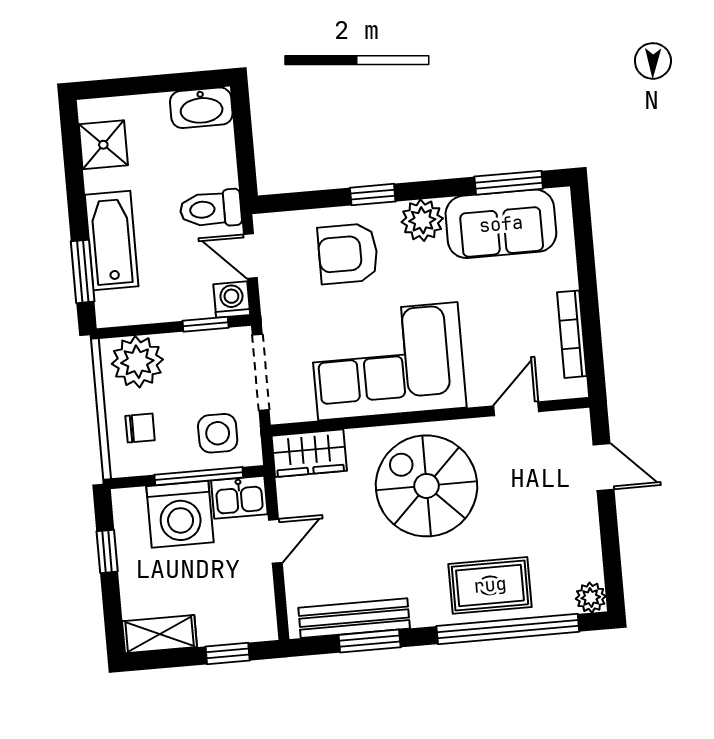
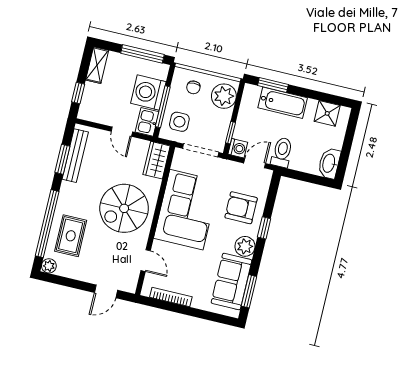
armchair: (348, 254) -> (241, 208), turned -90
spiral stairs: (427, 486) -> (124, 208), turned 180
window: (107, 551) -> (142, 54), width x2.17
rug: (490, 585) -> (71, 236), moved

